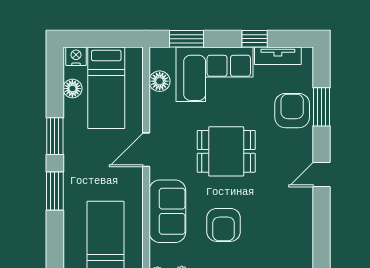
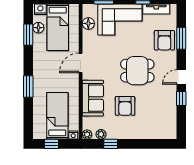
armchair: (292, 111) -> (164, 40), turned 180
window: (55, 136) -> (28, 35), moved
dining table: (226, 151) -> (137, 71), moved
window: (322, 212) -> (181, 99), added

